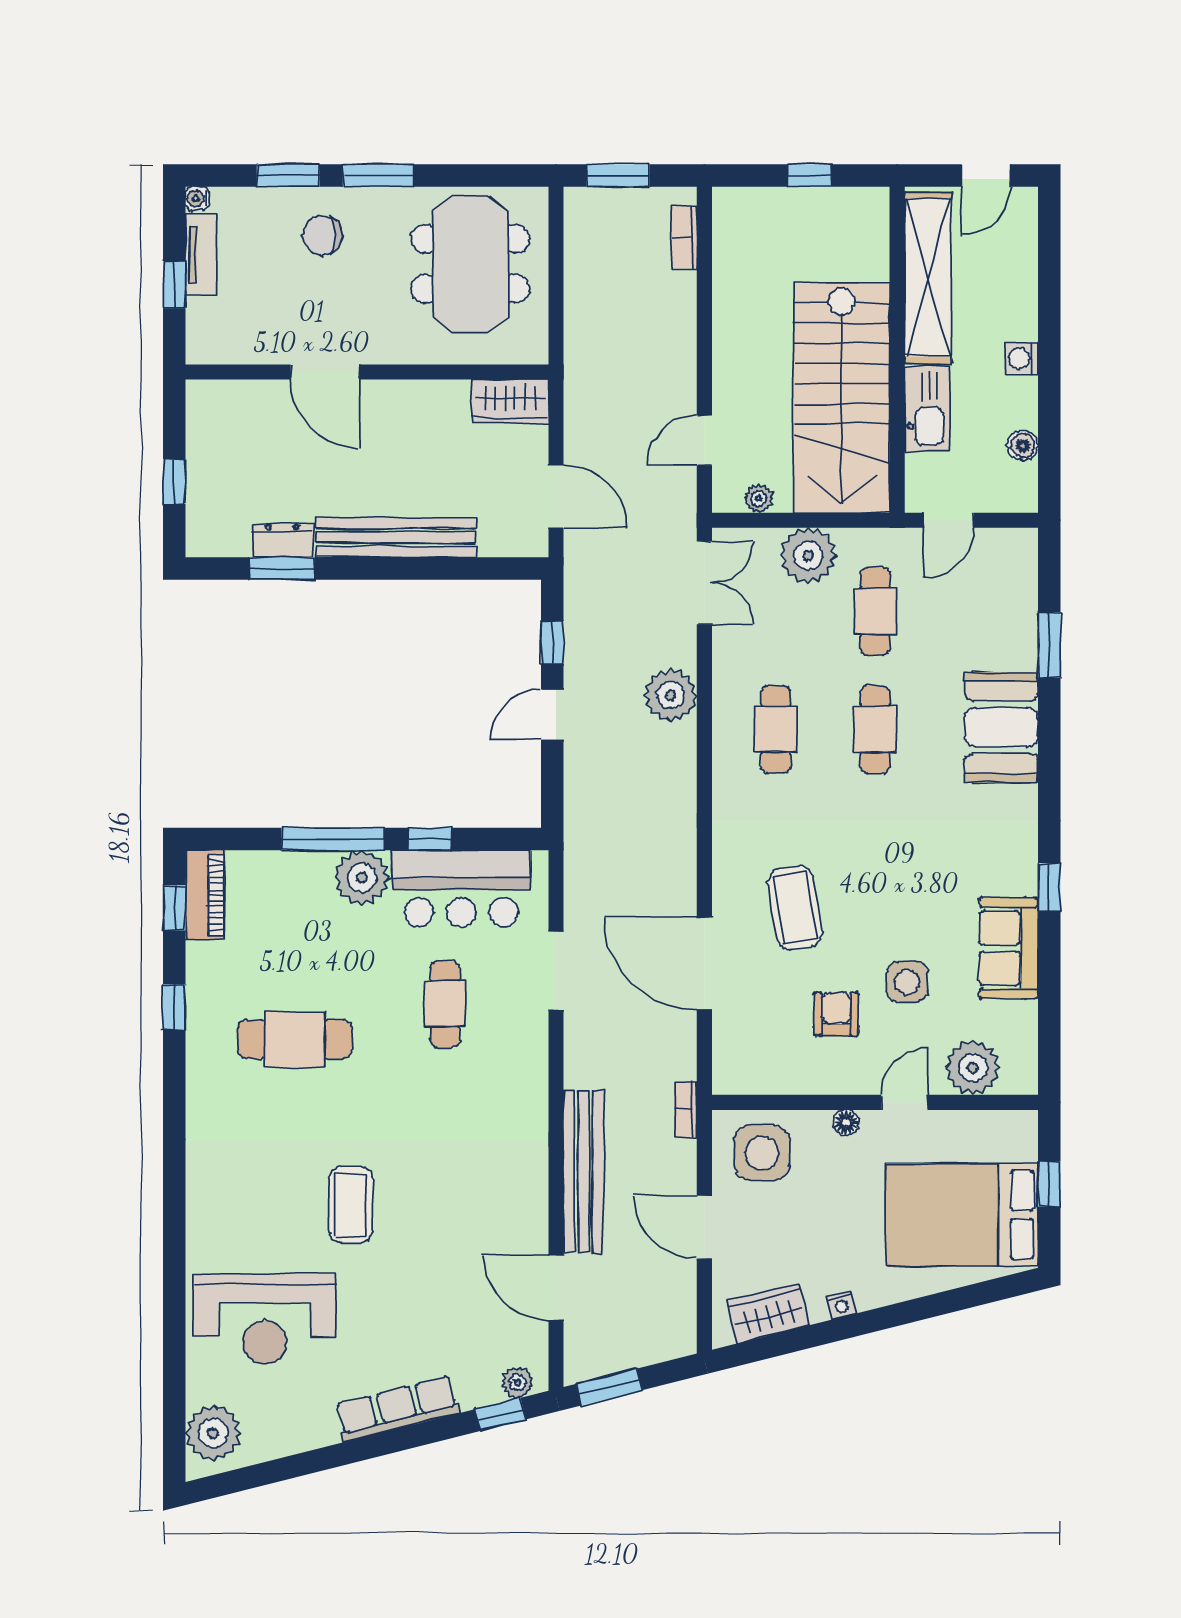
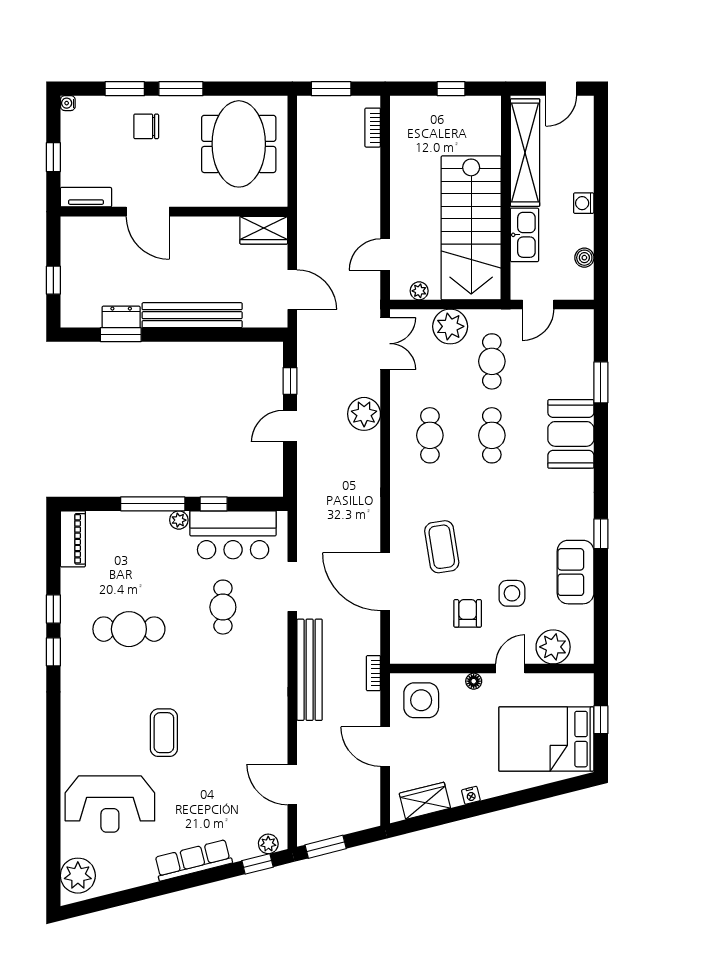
tv unit: (201, 254) -> (86, 197), moved, turned -90
plant: (362, 878) -> (179, 520), width x0.53, depth x0.53
window: (174, 908) -> (53, 652), moved
bench: (584, 1171) -> (310, 670), moved

